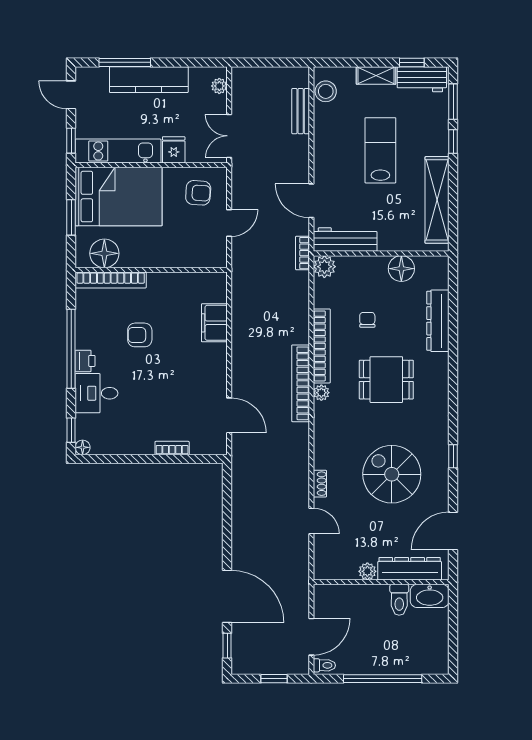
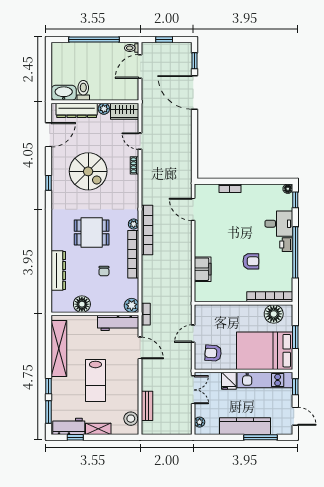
wardrobe: (335, 567) -> (125, 111), added

